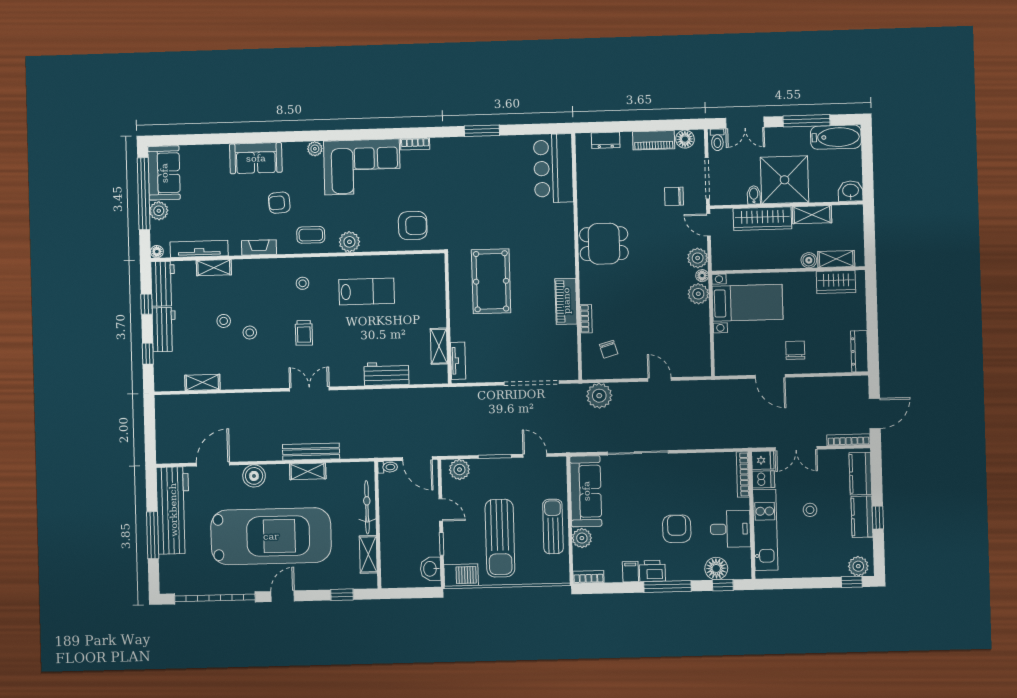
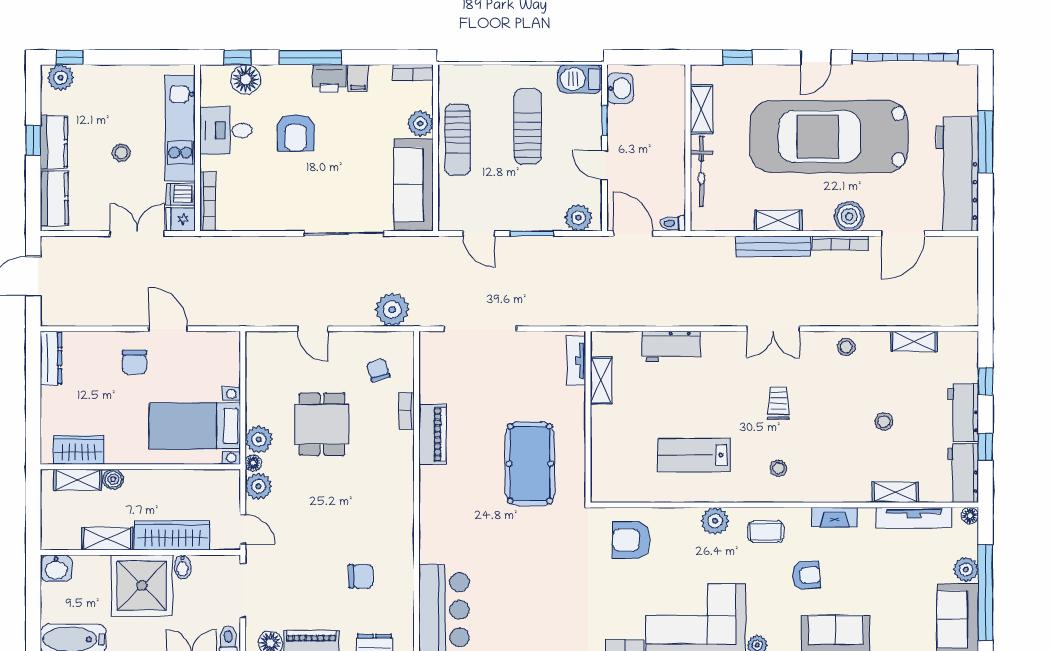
chair: (674, 196) -> (361, 576), moved
dining table: (604, 244) -> (322, 424), moved, turned 90
stool: (250, 333) -> (846, 347), moved
bookcase: (849, 440) -> (840, 243), moved
sun lounger: (500, 538) -> (528, 126), width x0.73, depth x0.75

